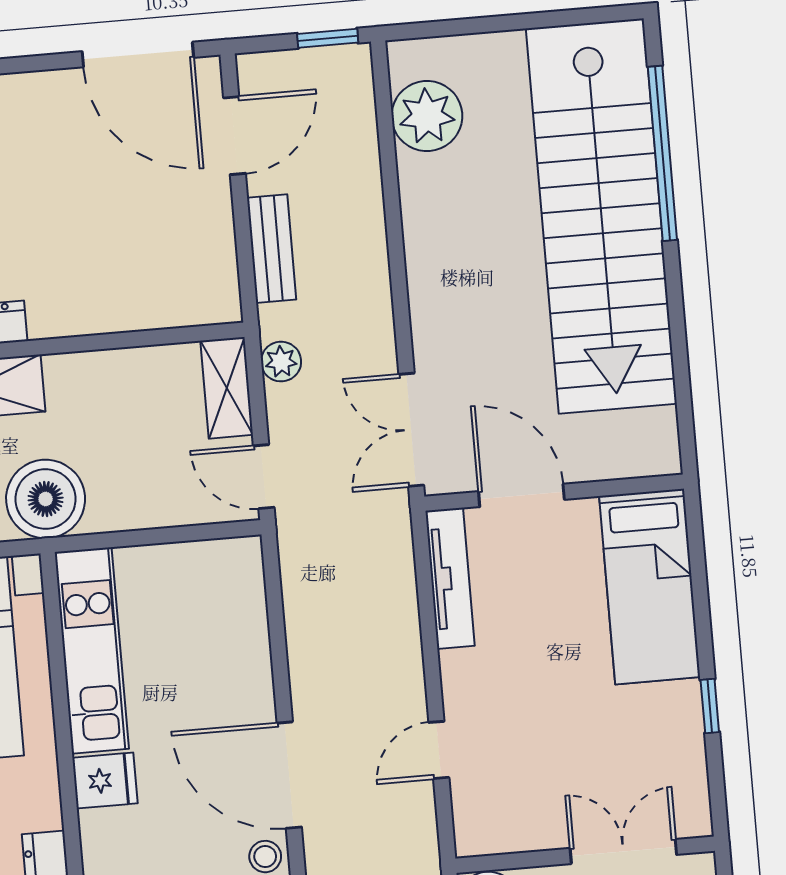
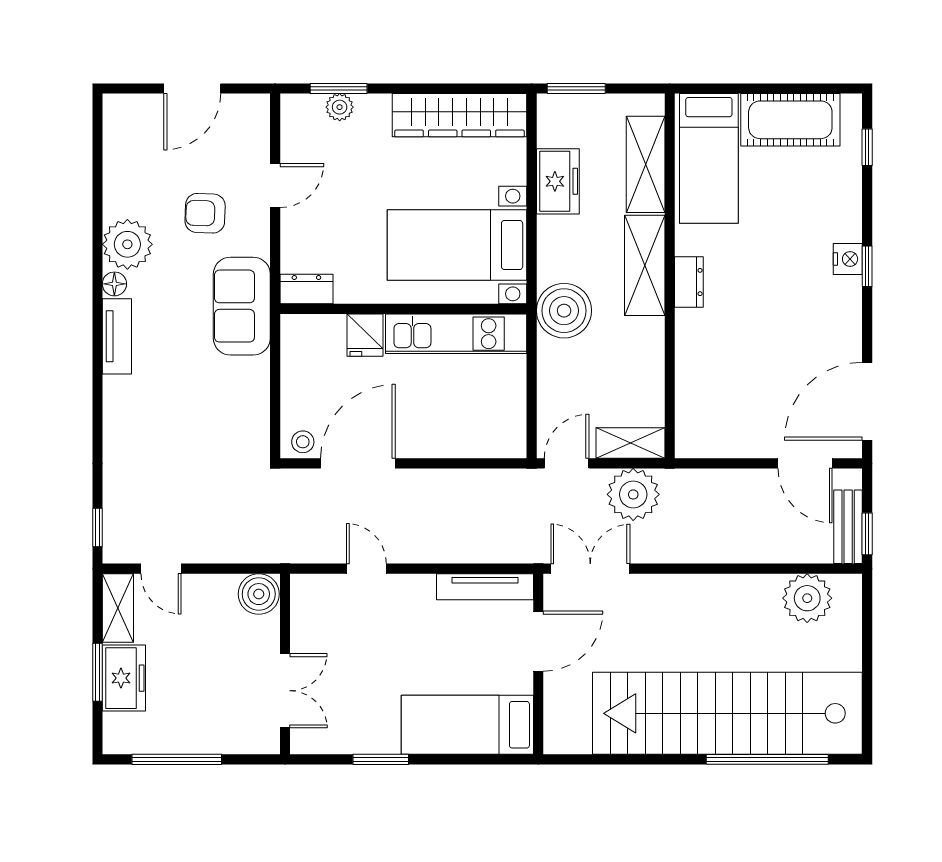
bench: (272, 249) -> (848, 527), moved, turned 90
plant: (281, 362) -> (633, 494), width x1.87, depth x1.87
window: (710, 706) -> (381, 759), width x1.50

